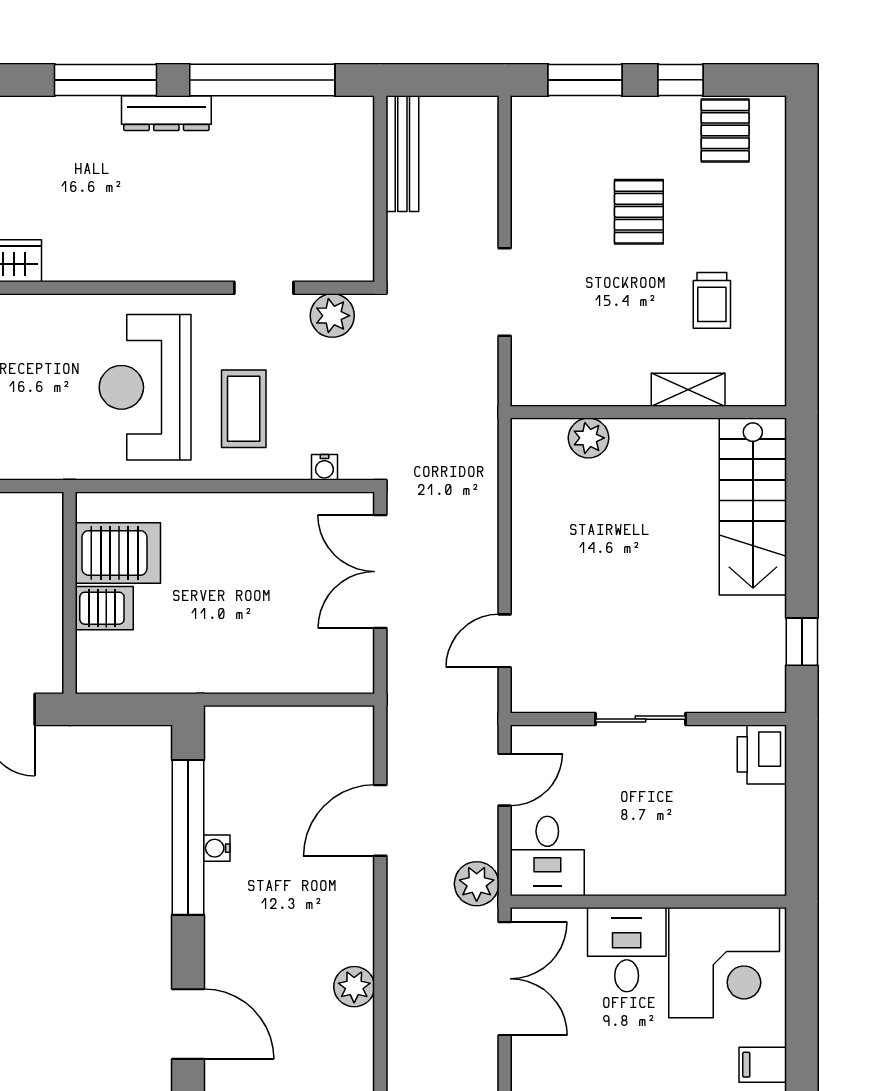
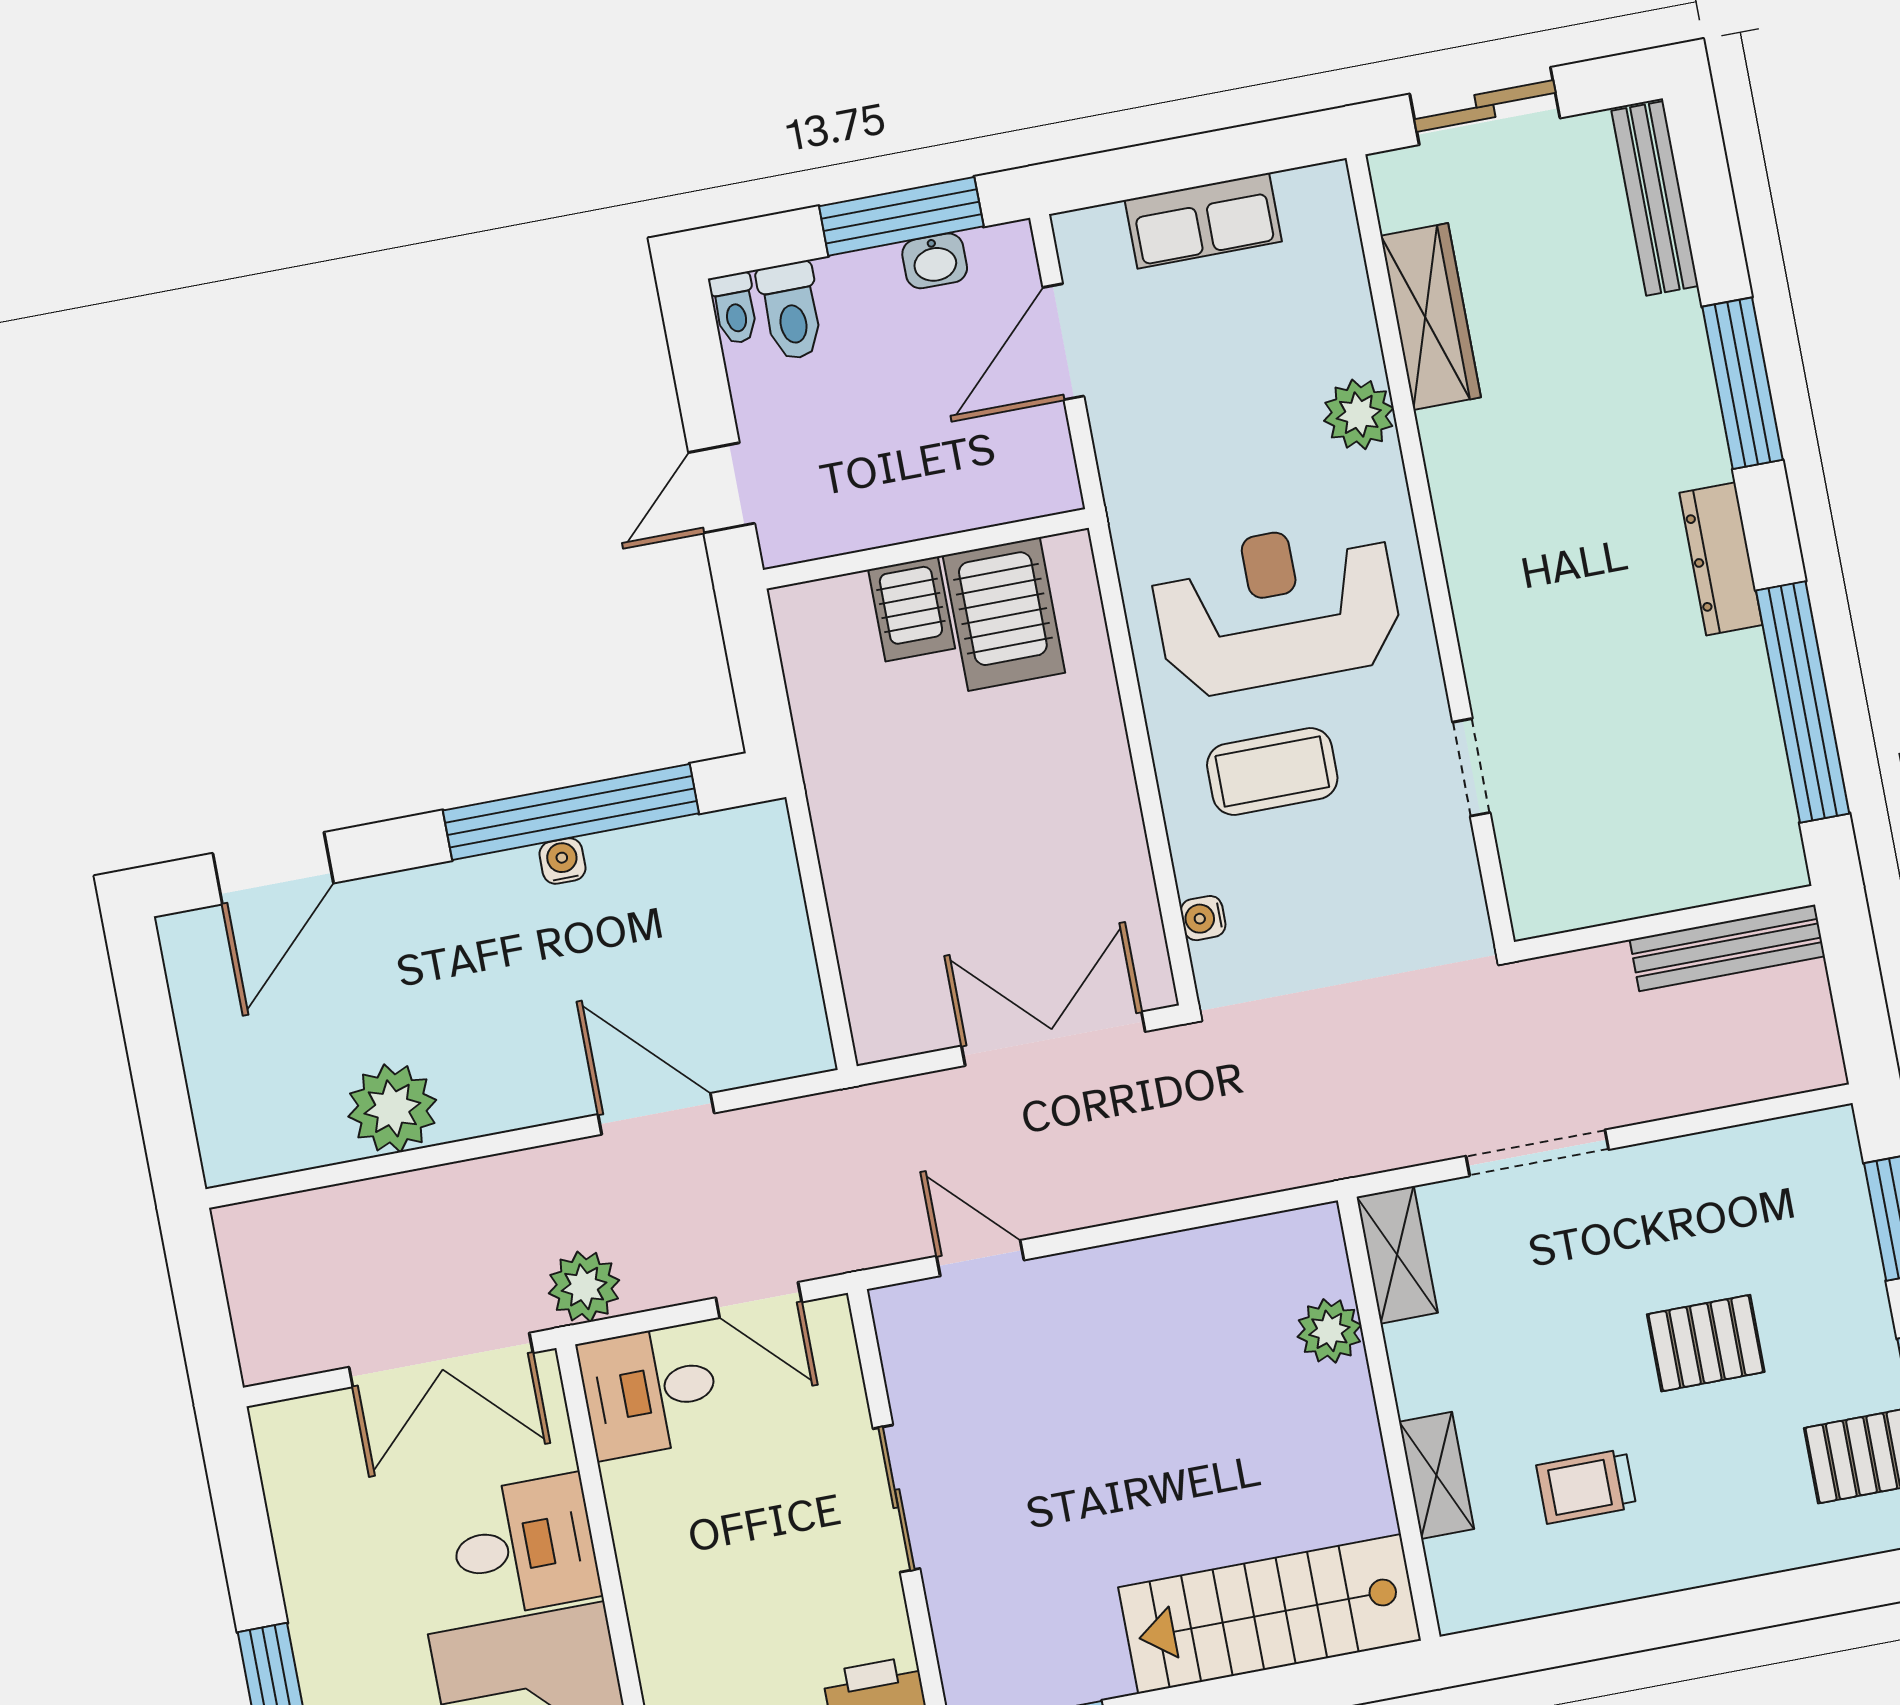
window: (106, 80) -> (1742, 383), moved
plant: (332, 316) -> (1359, 414), moved
shelving: (550, 388) -> (1397, 1255), added
plant: (354, 987) -> (392, 1108), width x1.36, depth x1.36

